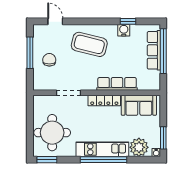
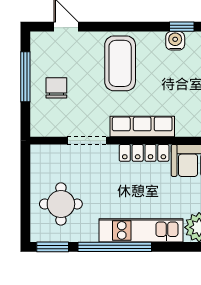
coffee table: (89, 44) -> (120, 63), turned 76
row of seats: (117, 84) -> (142, 126), moved
round table: (52, 133) -> (61, 204), width x0.73, depth x0.73
window: (104, 160) -> (115, 247), moved

